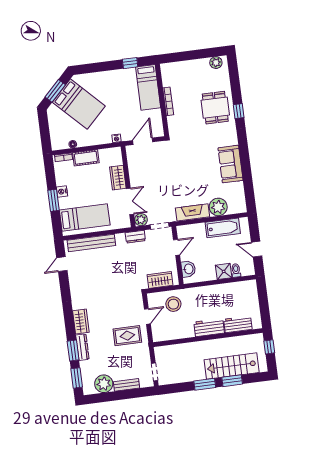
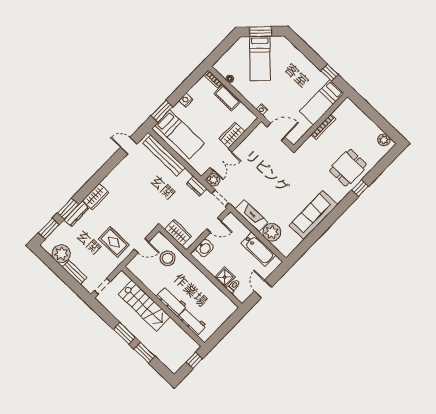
bed: (79, 104) -> (260, 58), width x0.67
sofa: (230, 164) -> (313, 215), width x1.36
window: (54, 200) -> (162, 111), moved
stairs: (232, 366) -> (144, 306), moved, turned 180

